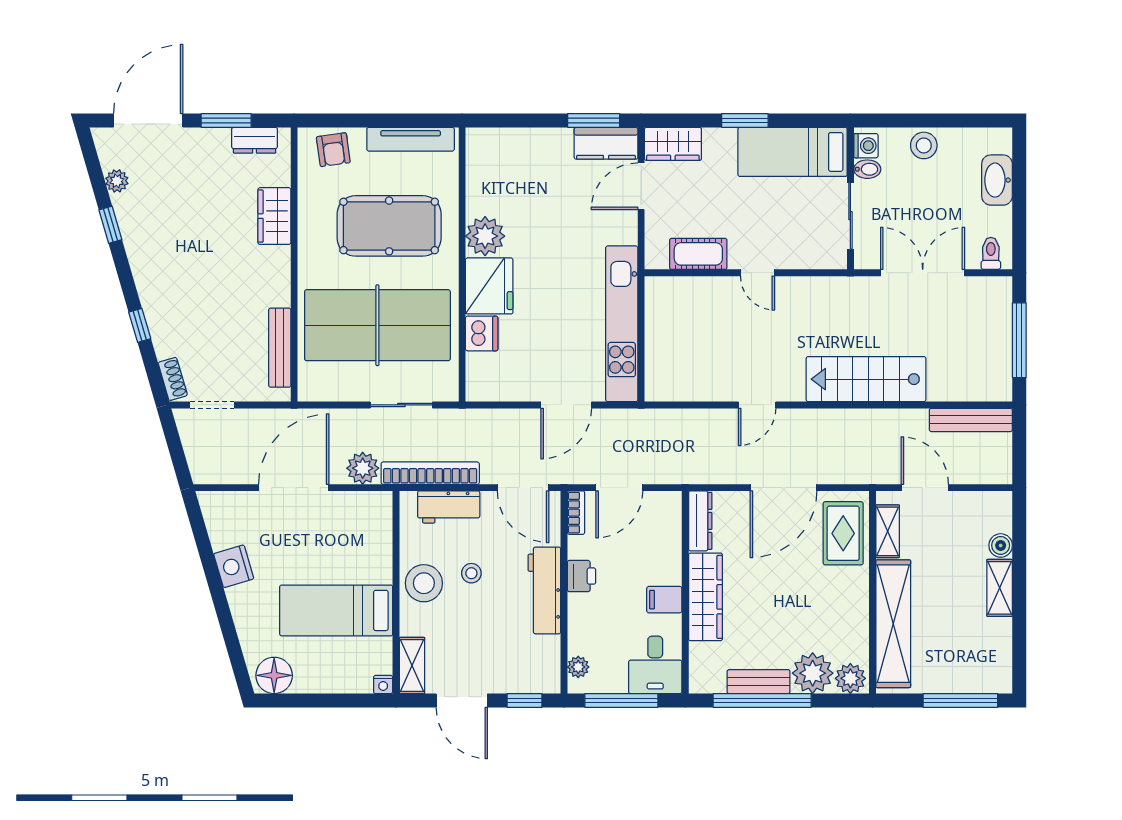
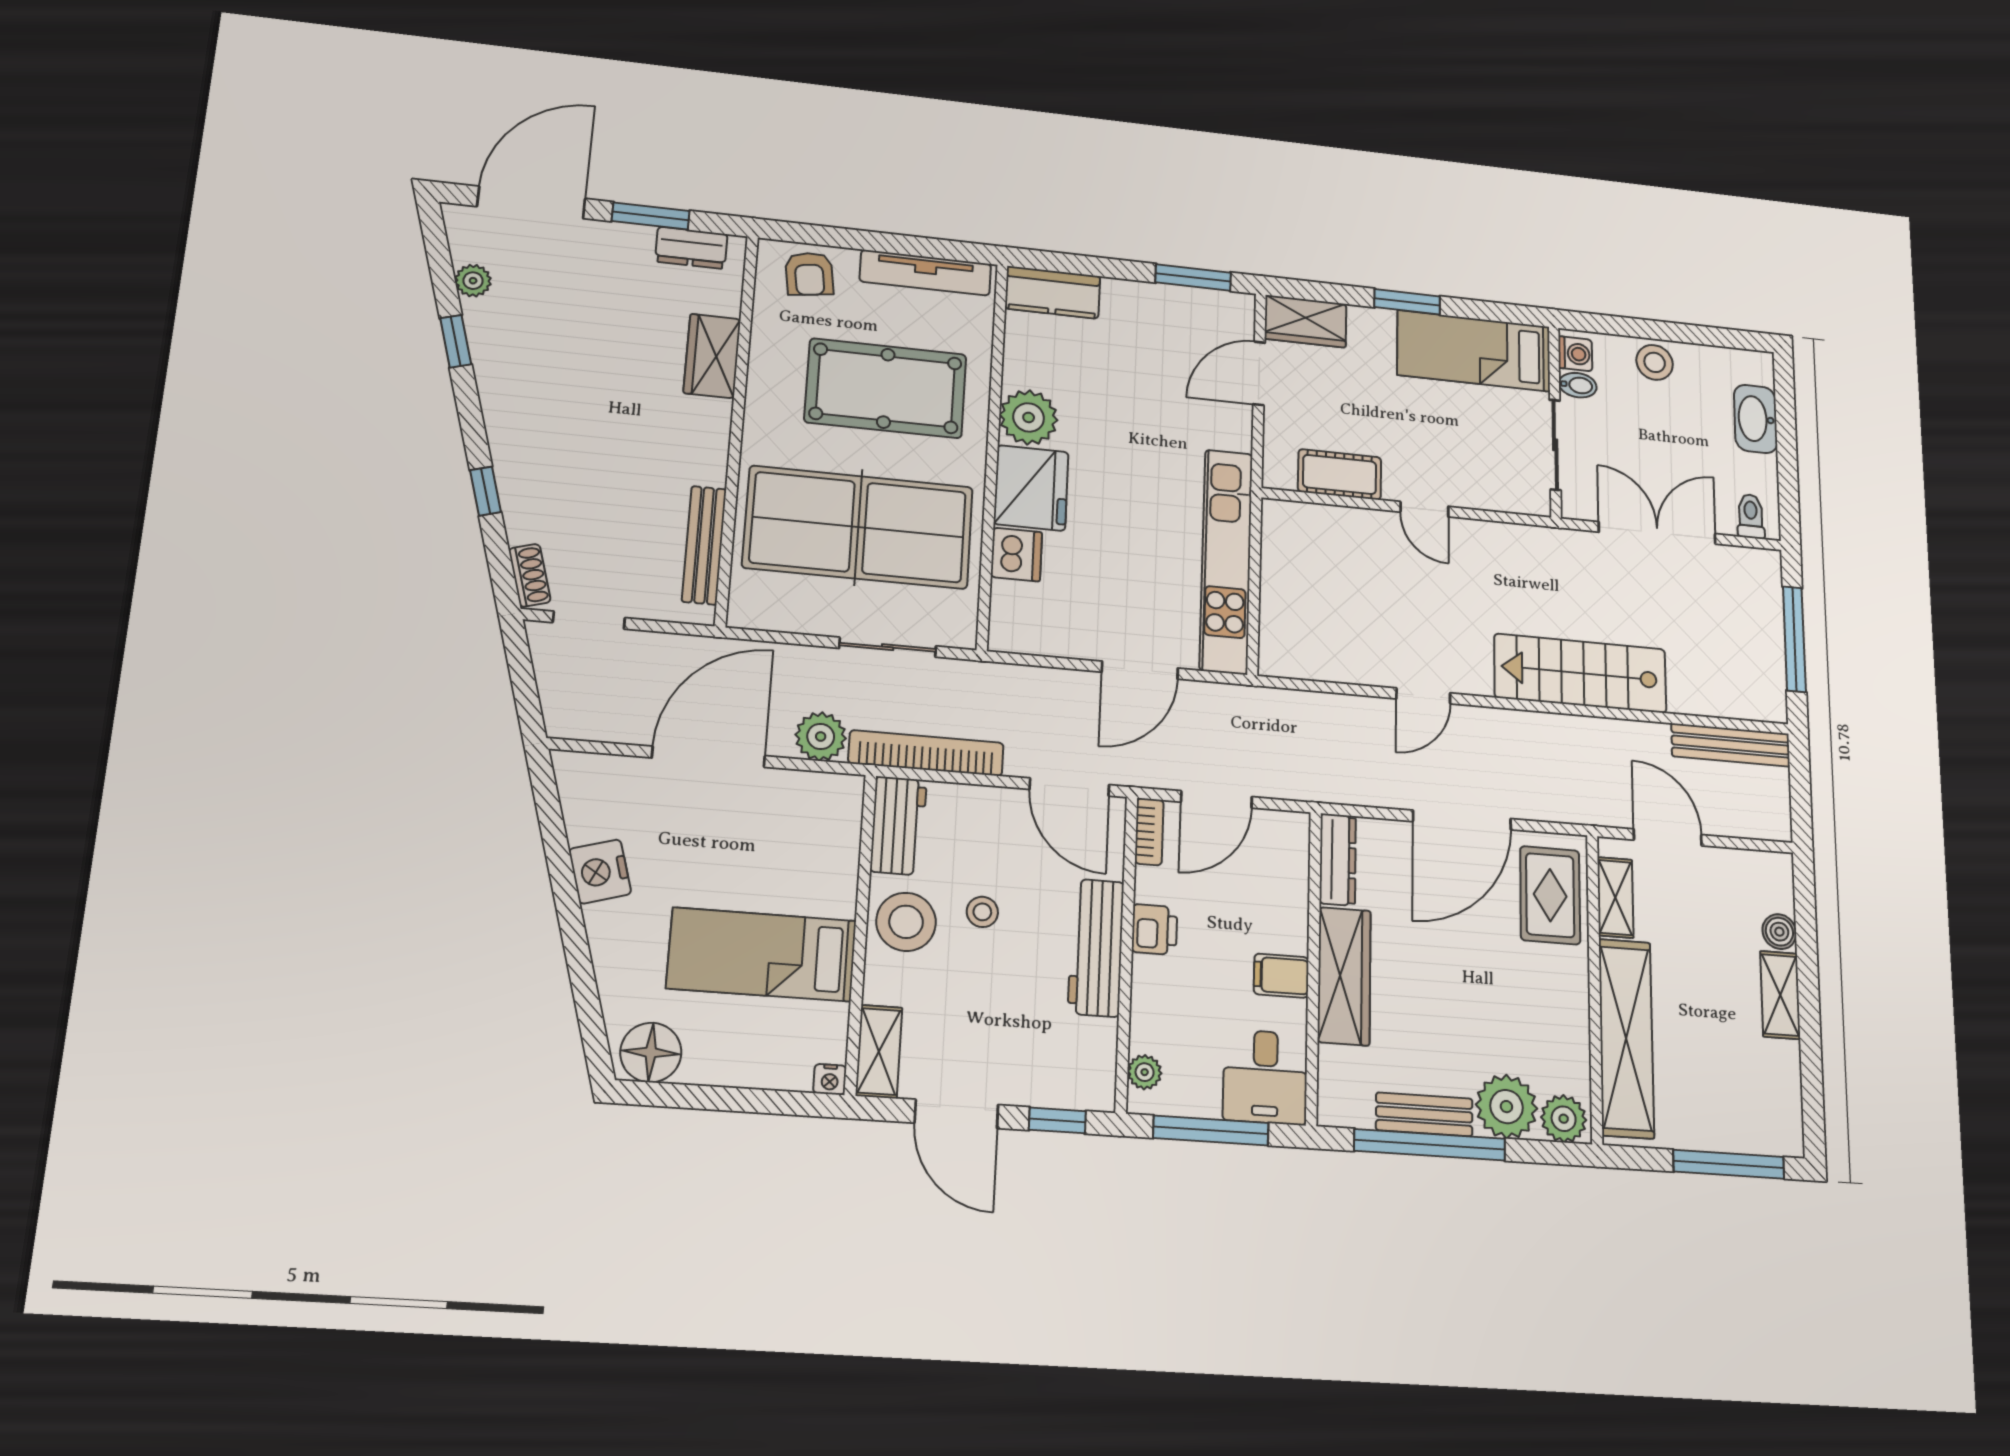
kitchen counter: (606, 143) -> (1053, 292), moved
workbench: (449, 507) -> (898, 826), moved, turned -90

